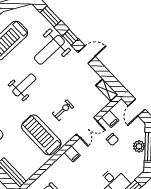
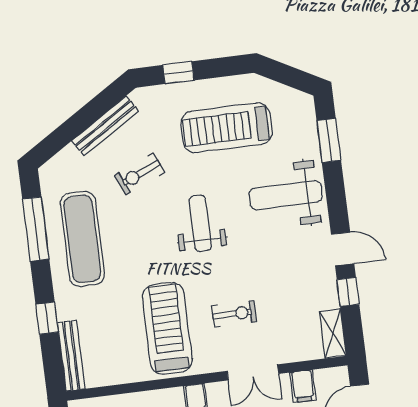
window: (70, 37) -> (348, 292), moved
weight bench: (24, 85) -> (200, 223), turned -90

